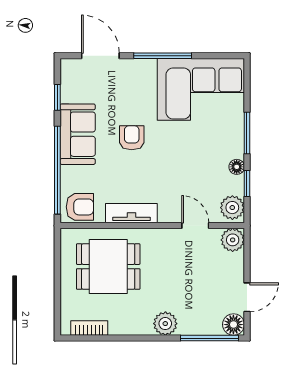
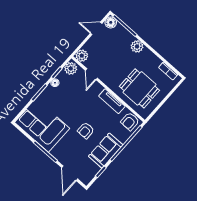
armchair: (80, 207) -> (130, 121), turned -90

